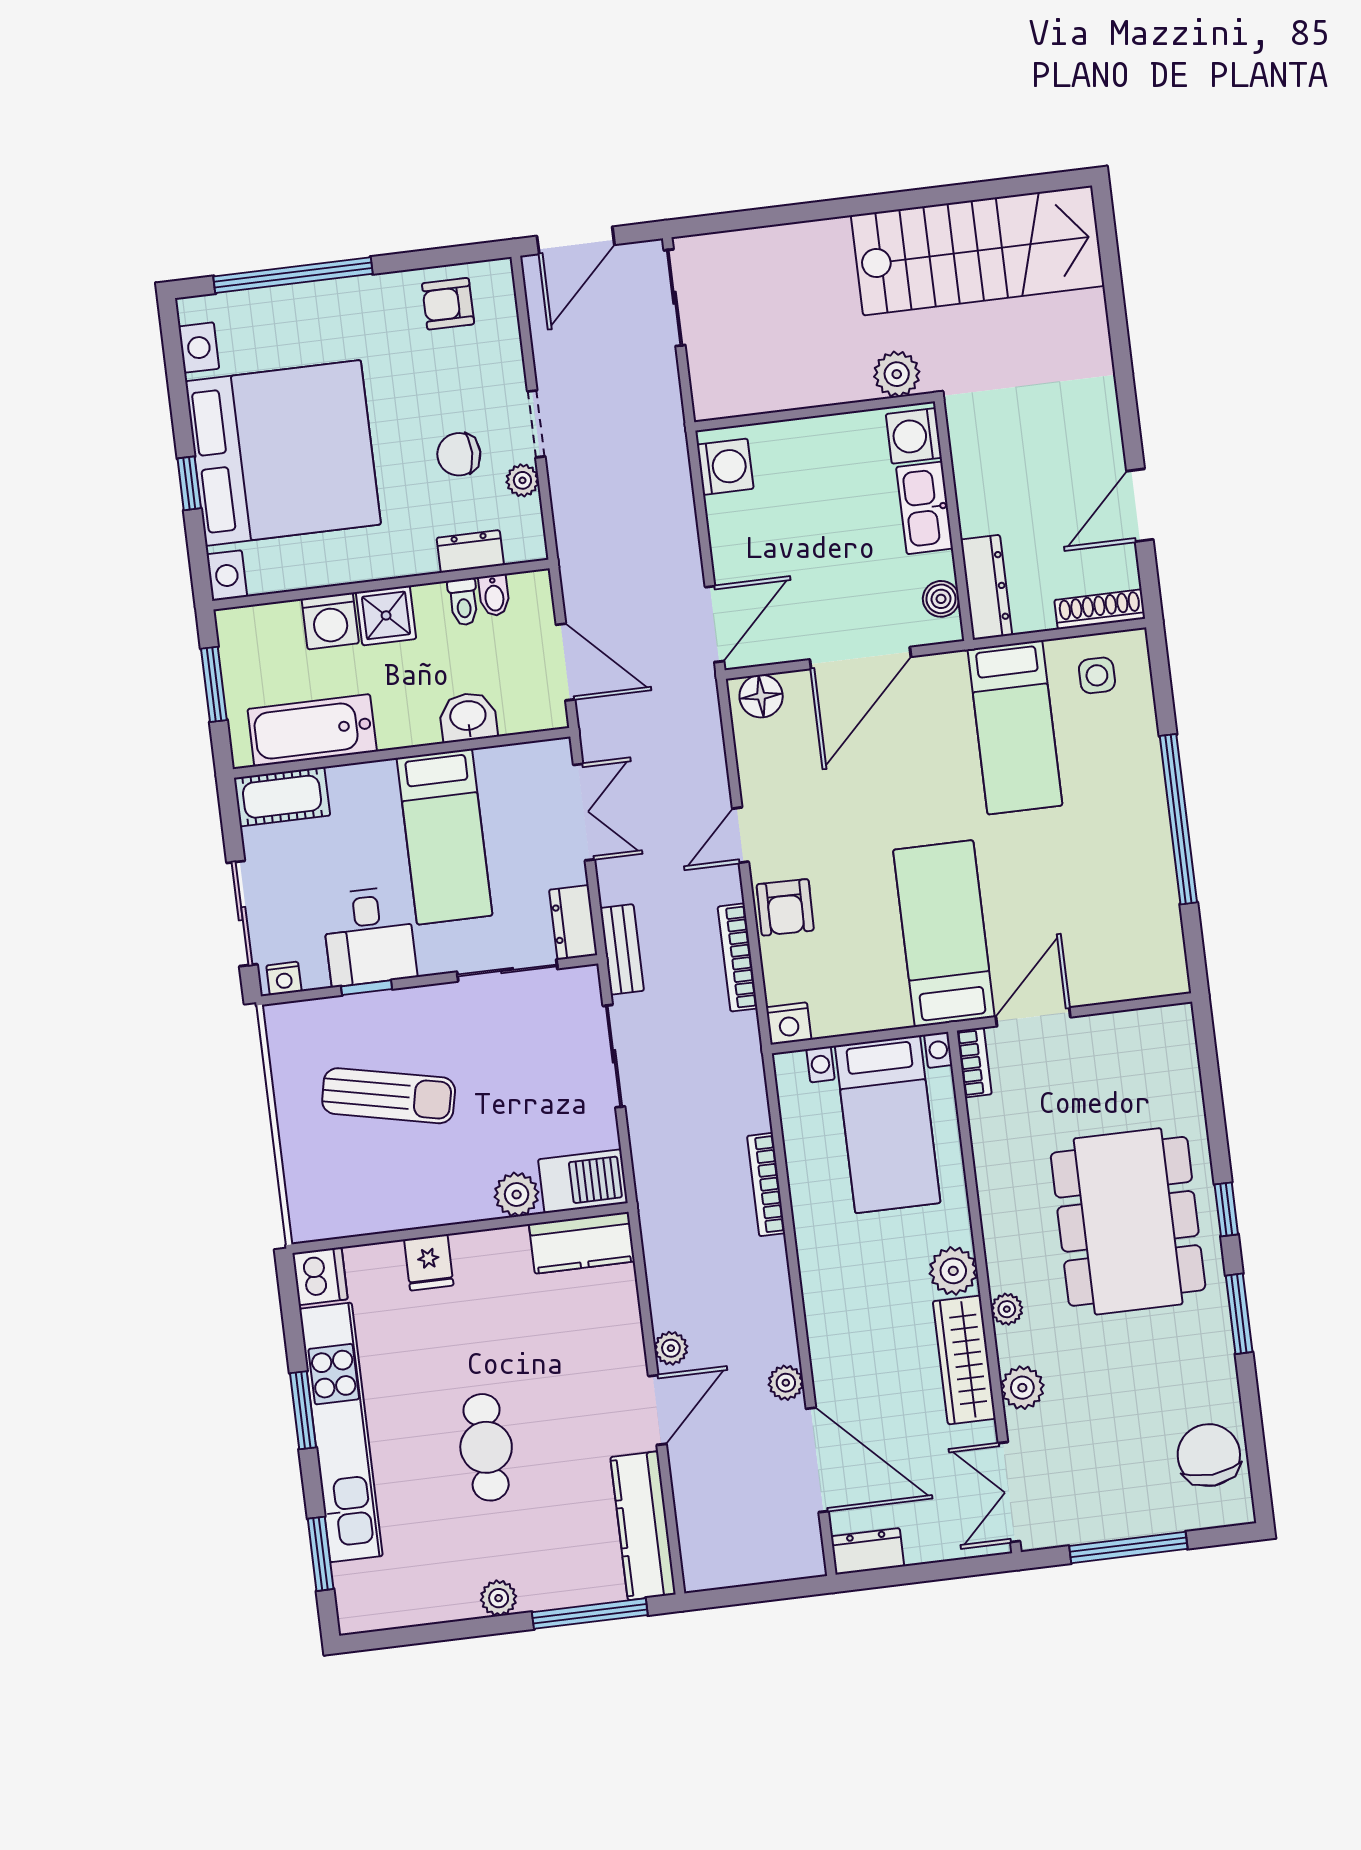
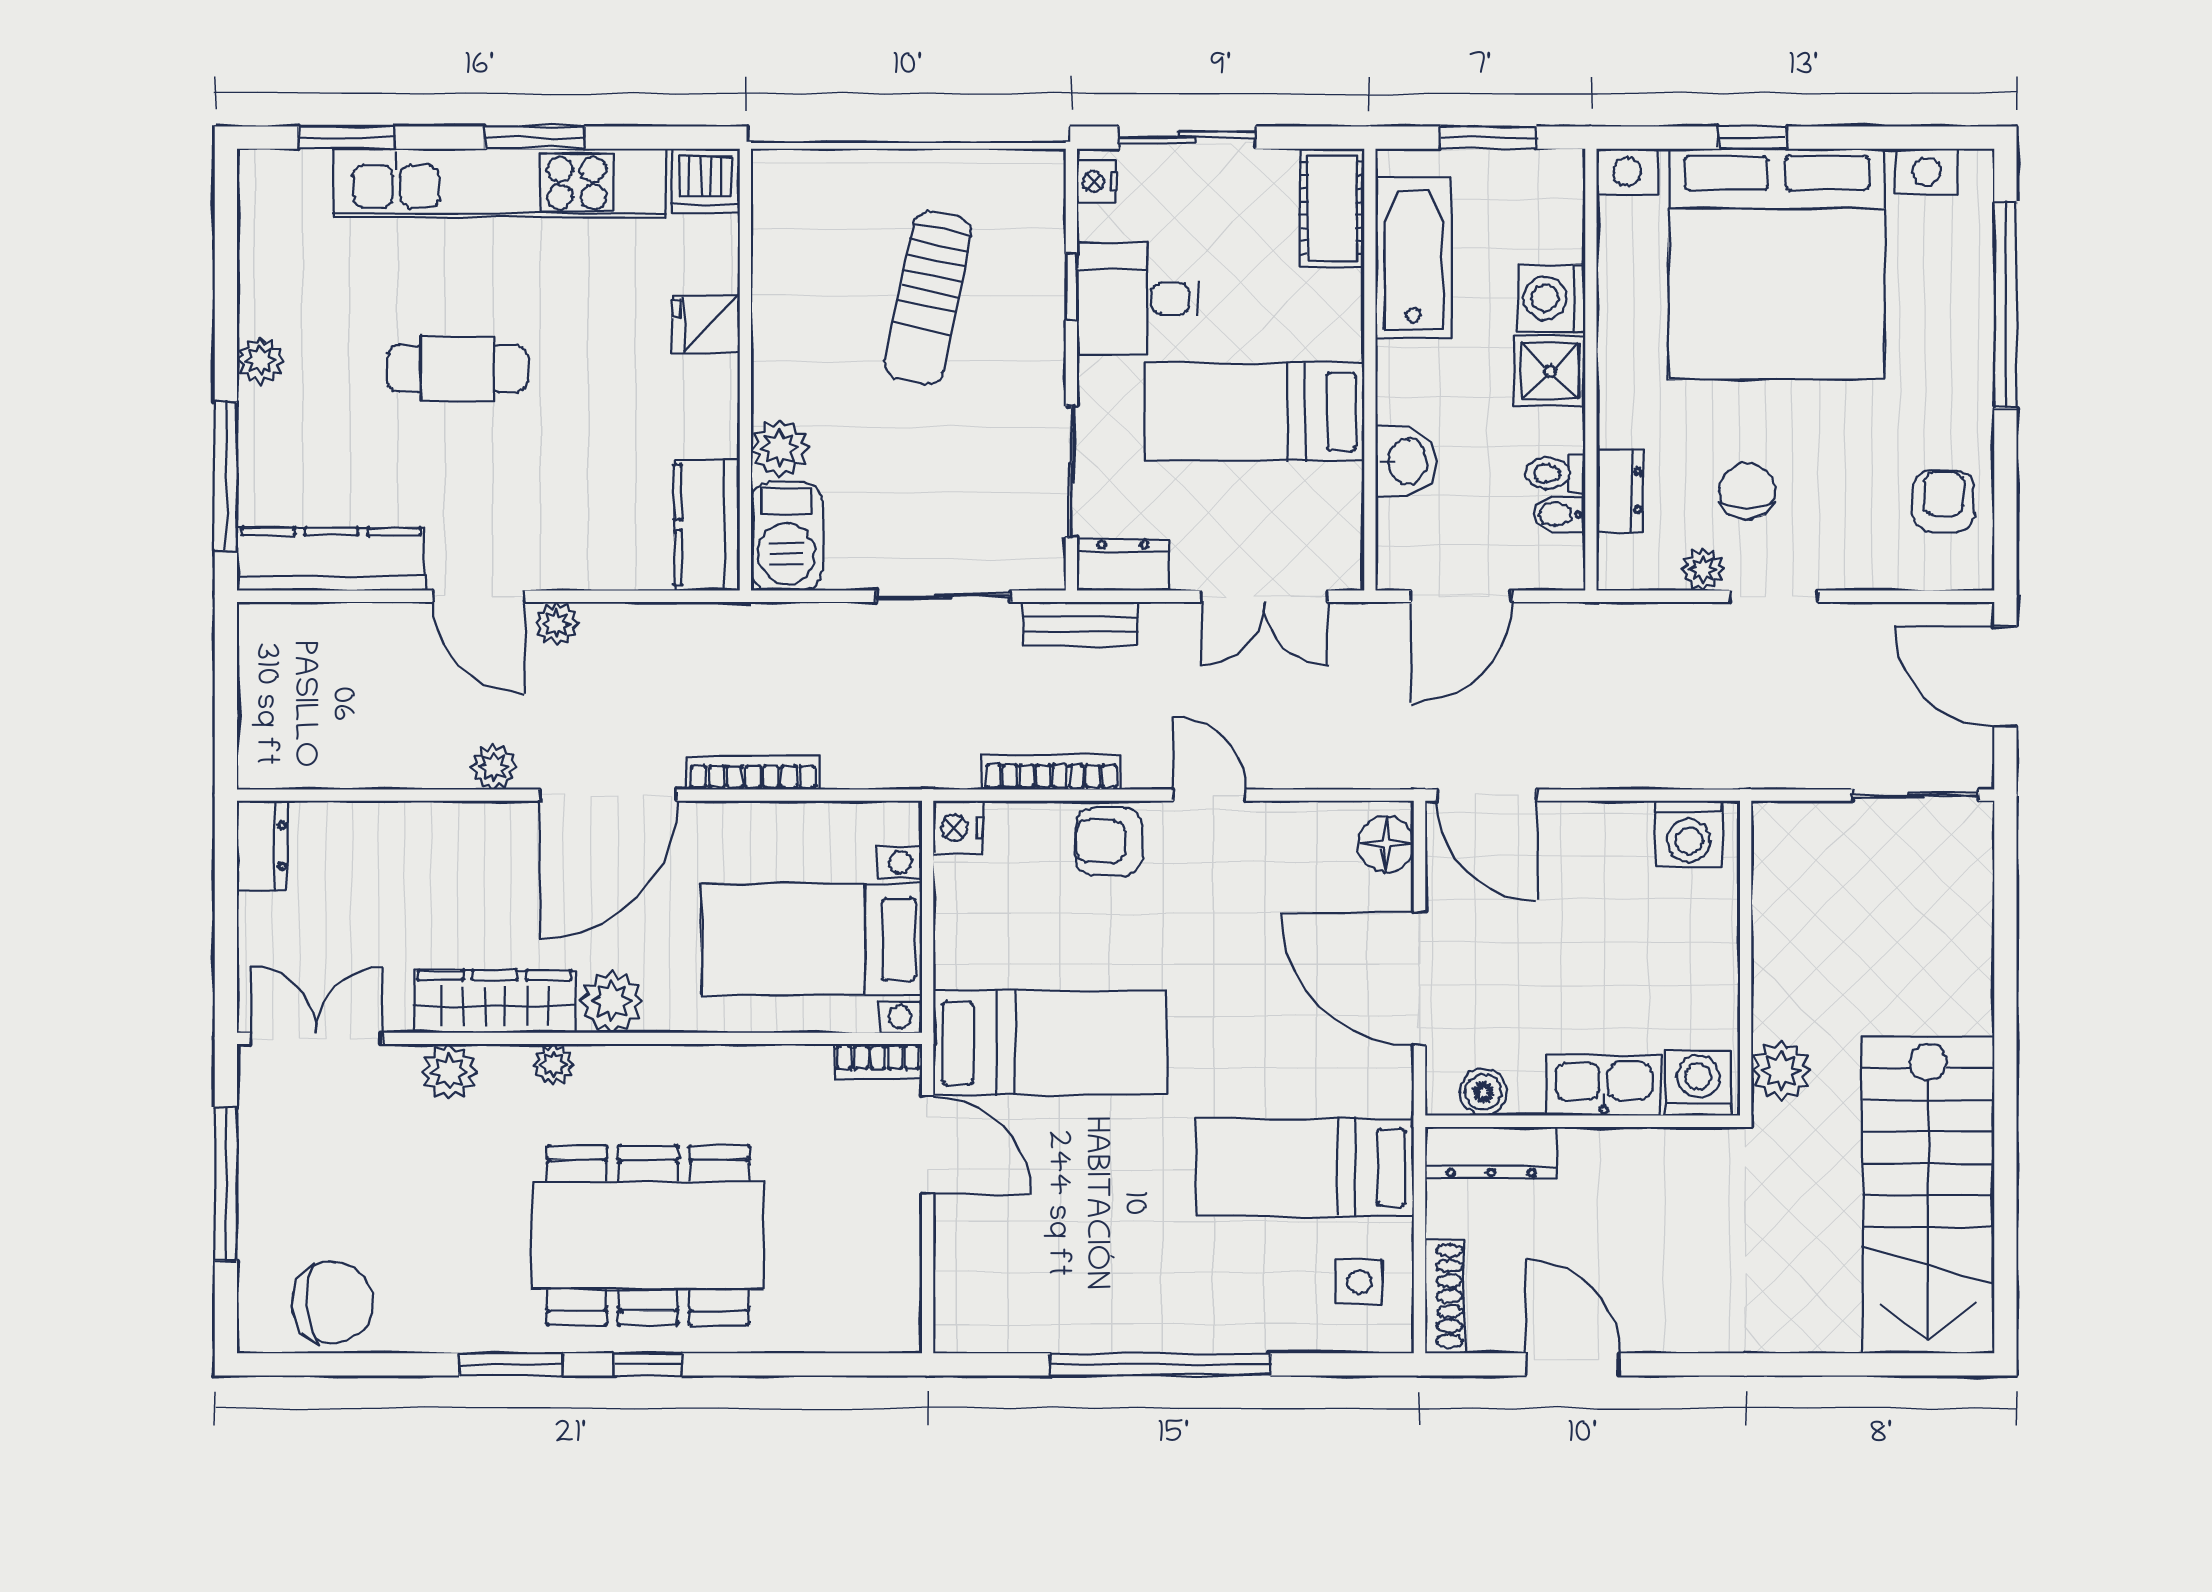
door: (817, 1460) -> (608, 795), moved

